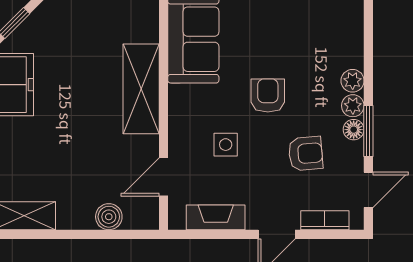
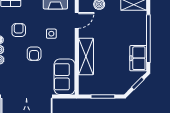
armchair: (305, 154) -> (19, 30), turned 95

